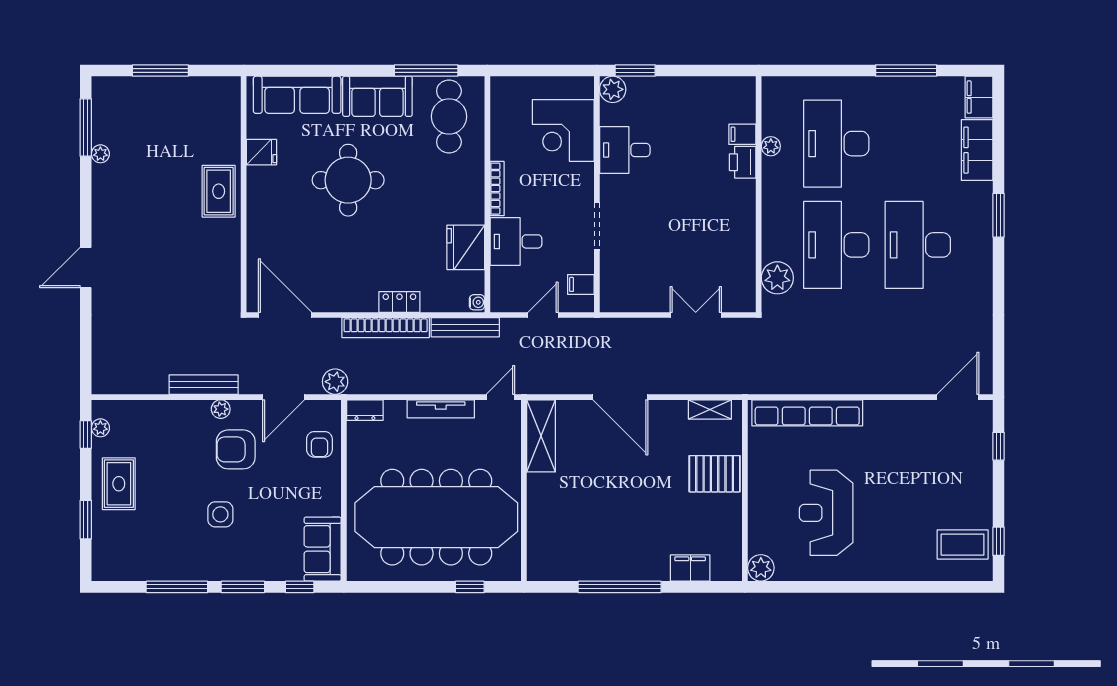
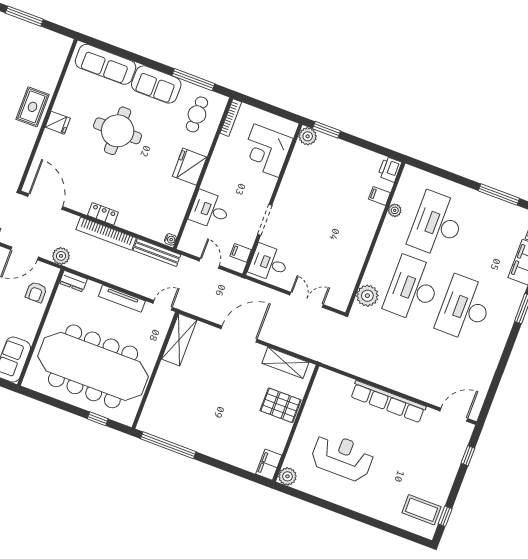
cafe table: (449, 116) -> (197, 114), width x0.73, depth x0.74
desk: (625, 150) -> (269, 263), moved
fridge: (261, 152) -> (58, 123), moved
printer: (743, 162) -> (390, 169), moved
bookcase: (497, 189) -> (231, 118), moved
fridge: (466, 247) -> (190, 167), moved
locker: (399, 302) -> (103, 214), moved
door: (543, 315) -> (209, 263), hinge flipped
door: (620, 397) -> (239, 334), swing flipped
shelving: (710, 409) -> (285, 363), width x1.50, depth x1.33
row of seats: (807, 413) -> (388, 402), moved
reception desk: (826, 513) -> (342, 457), turned 90
filing cabinet: (690, 568) -> (269, 465), moved, turned -90
window: (620, 587) -> (168, 445), moved

